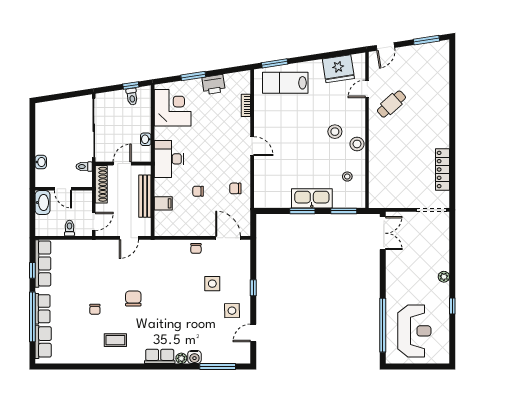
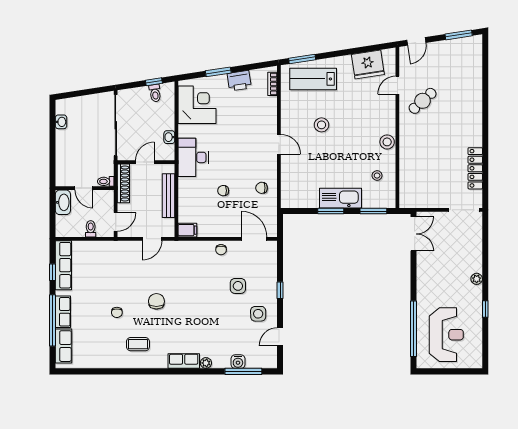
bookcase: (246, 105) -> (273, 84), moved
stool: (335, 132) -> (322, 125), moved
washbasin: (41, 162) -> (61, 122), moved
toilet: (84, 167) -> (106, 181), moved
filing cabinet: (163, 203) -> (187, 230), moved
water cooler: (194, 357) -> (238, 362), moved

